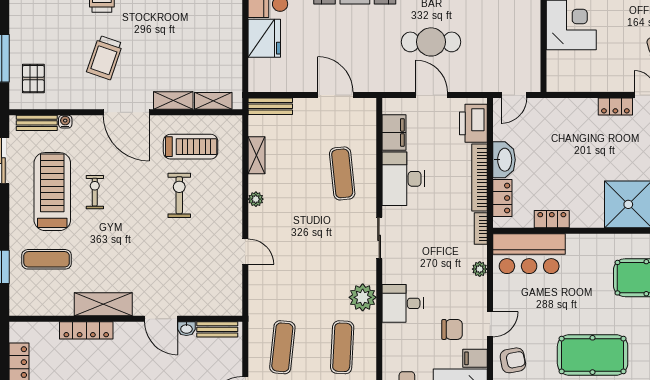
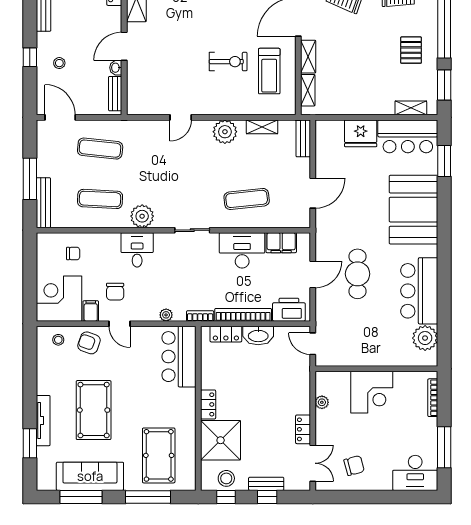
plant: (583, 84) -> (322, 402), added
plant: (256, 199) -> (225, 132), width x1.88, depth x1.88
locker: (552, 219) -> (208, 404), moved
armchair: (513, 360) -> (89, 343), turned 121

